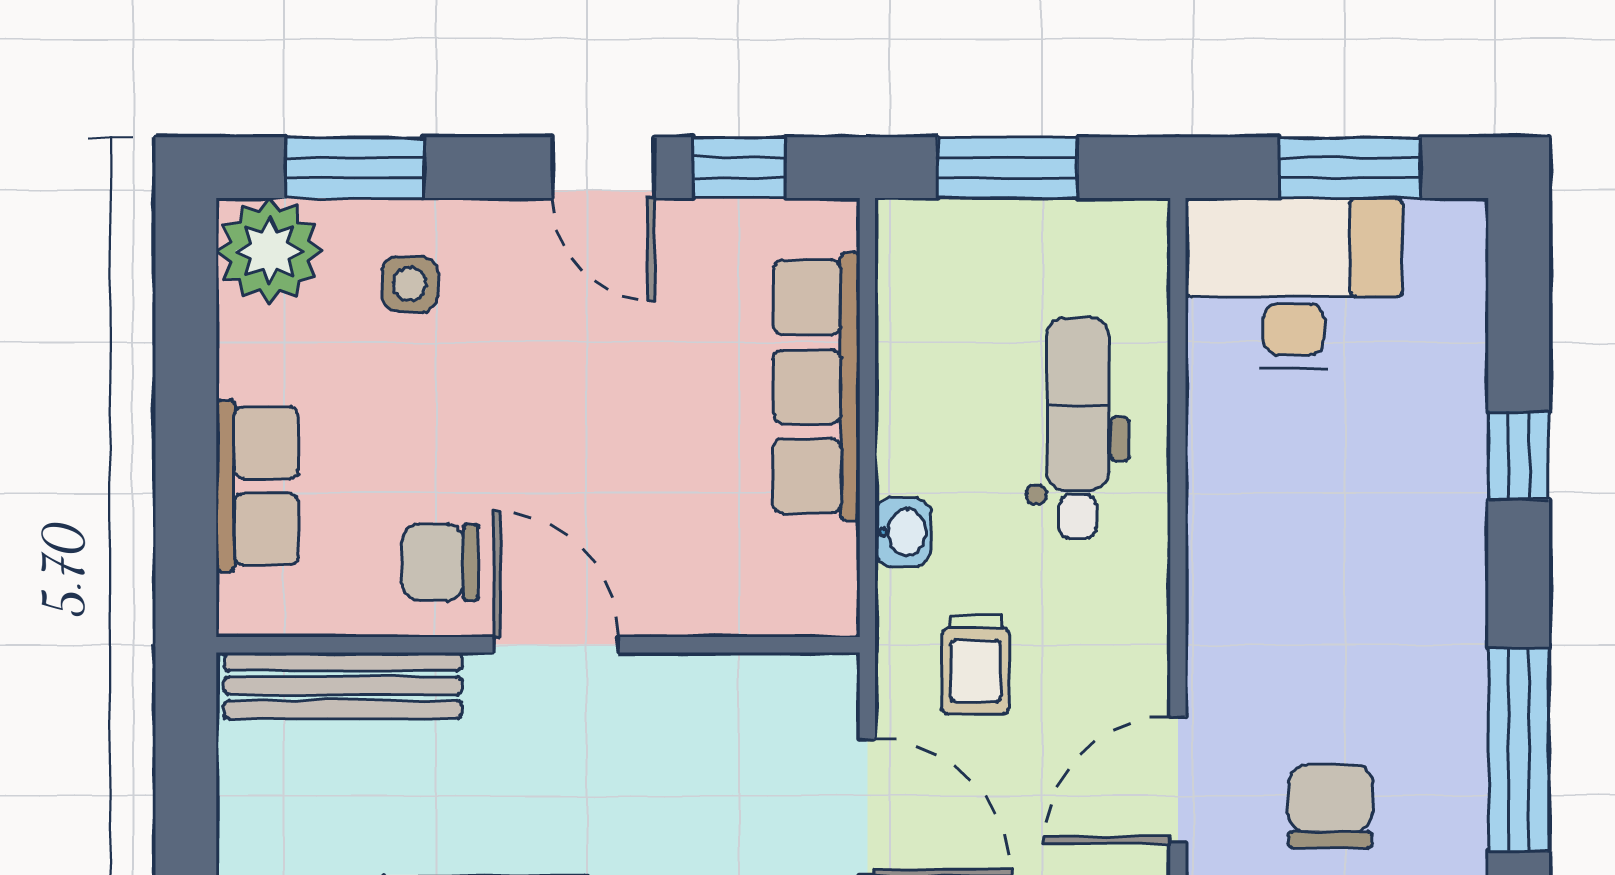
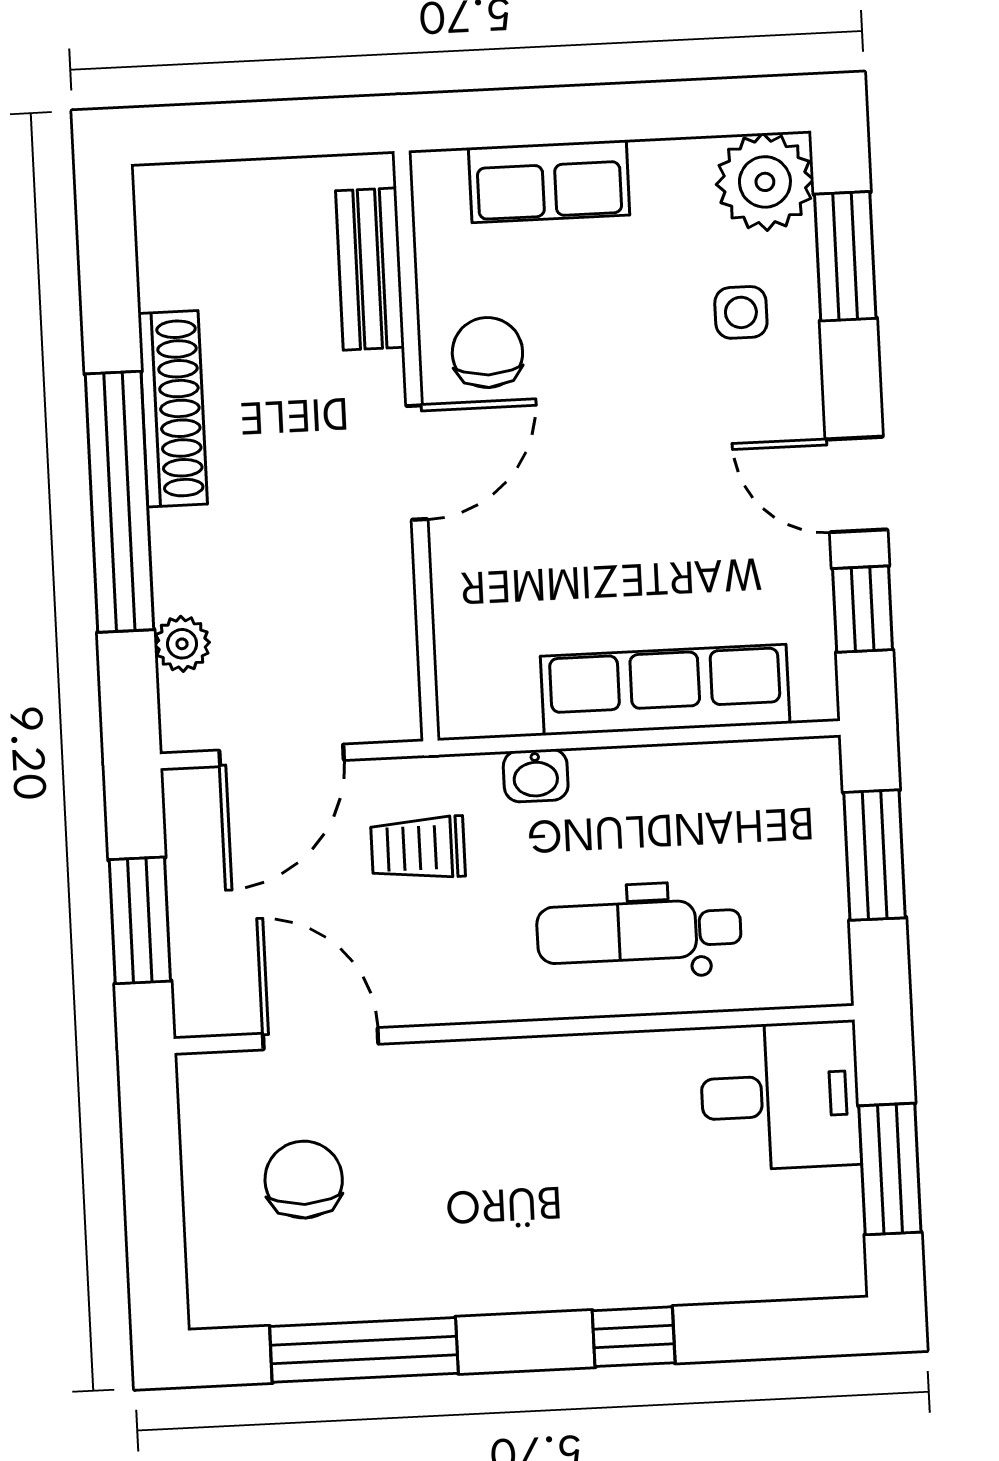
door: (603, 168) -> (856, 484), hinge flipped
desk: (1294, 283) -> (780, 1096), width x0.73
dental chair: (1078, 428) -> (639, 931), turned 180
bench: (343, 686) -> (370, 269), width x0.73
chair: (1330, 806) -> (304, 1180), turned -90

